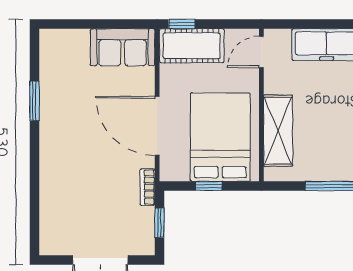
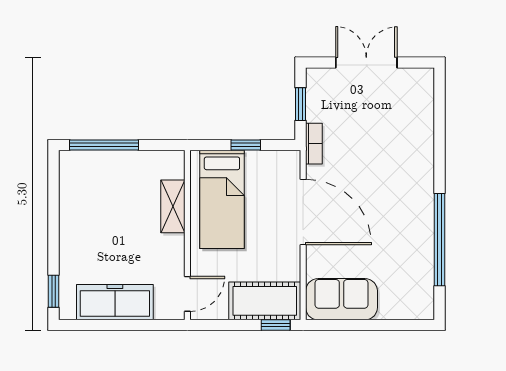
window: (34, 101) -> (440, 240), width x2.11
shelving: (278, 131) -> (173, 206), width x0.67, depth x0.75
bed: (220, 137) -> (222, 199), width x0.67

